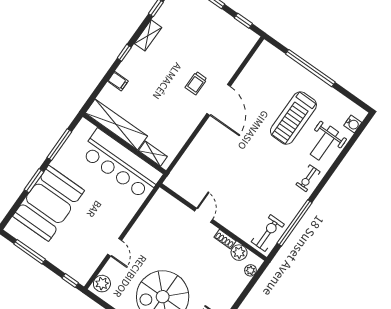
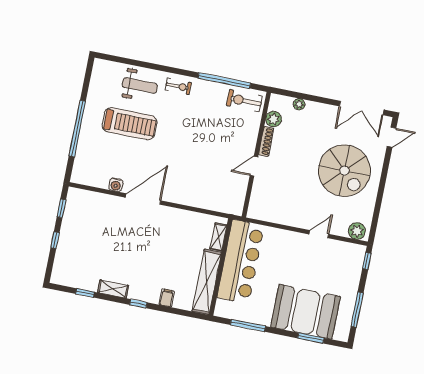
trolley: (196, 83) -> (137, 226), removed
water cooler: (353, 124) -> (116, 185), moved, turned 180
window: (34, 181) -> (311, 338), moved
shoe rack: (225, 239) -> (266, 141), width x1.43
plant: (250, 270) -> (299, 104), moved

